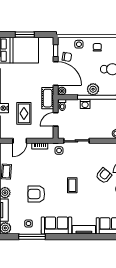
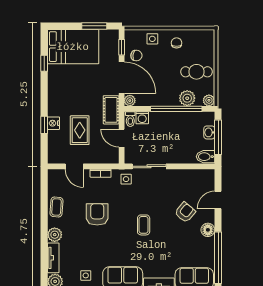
window: (25, 34) -> (94, 26), moved
plant: (93, 89) -> (187, 98), moved
washing machine: (85, 104) -> (142, 118), moved
door: (56, 119) -> (122, 138), hinge flipped
door: (20, 141) -> (74, 166), hinge flipped
armchair: (36, 194) -> (97, 214), moved, turned 90

